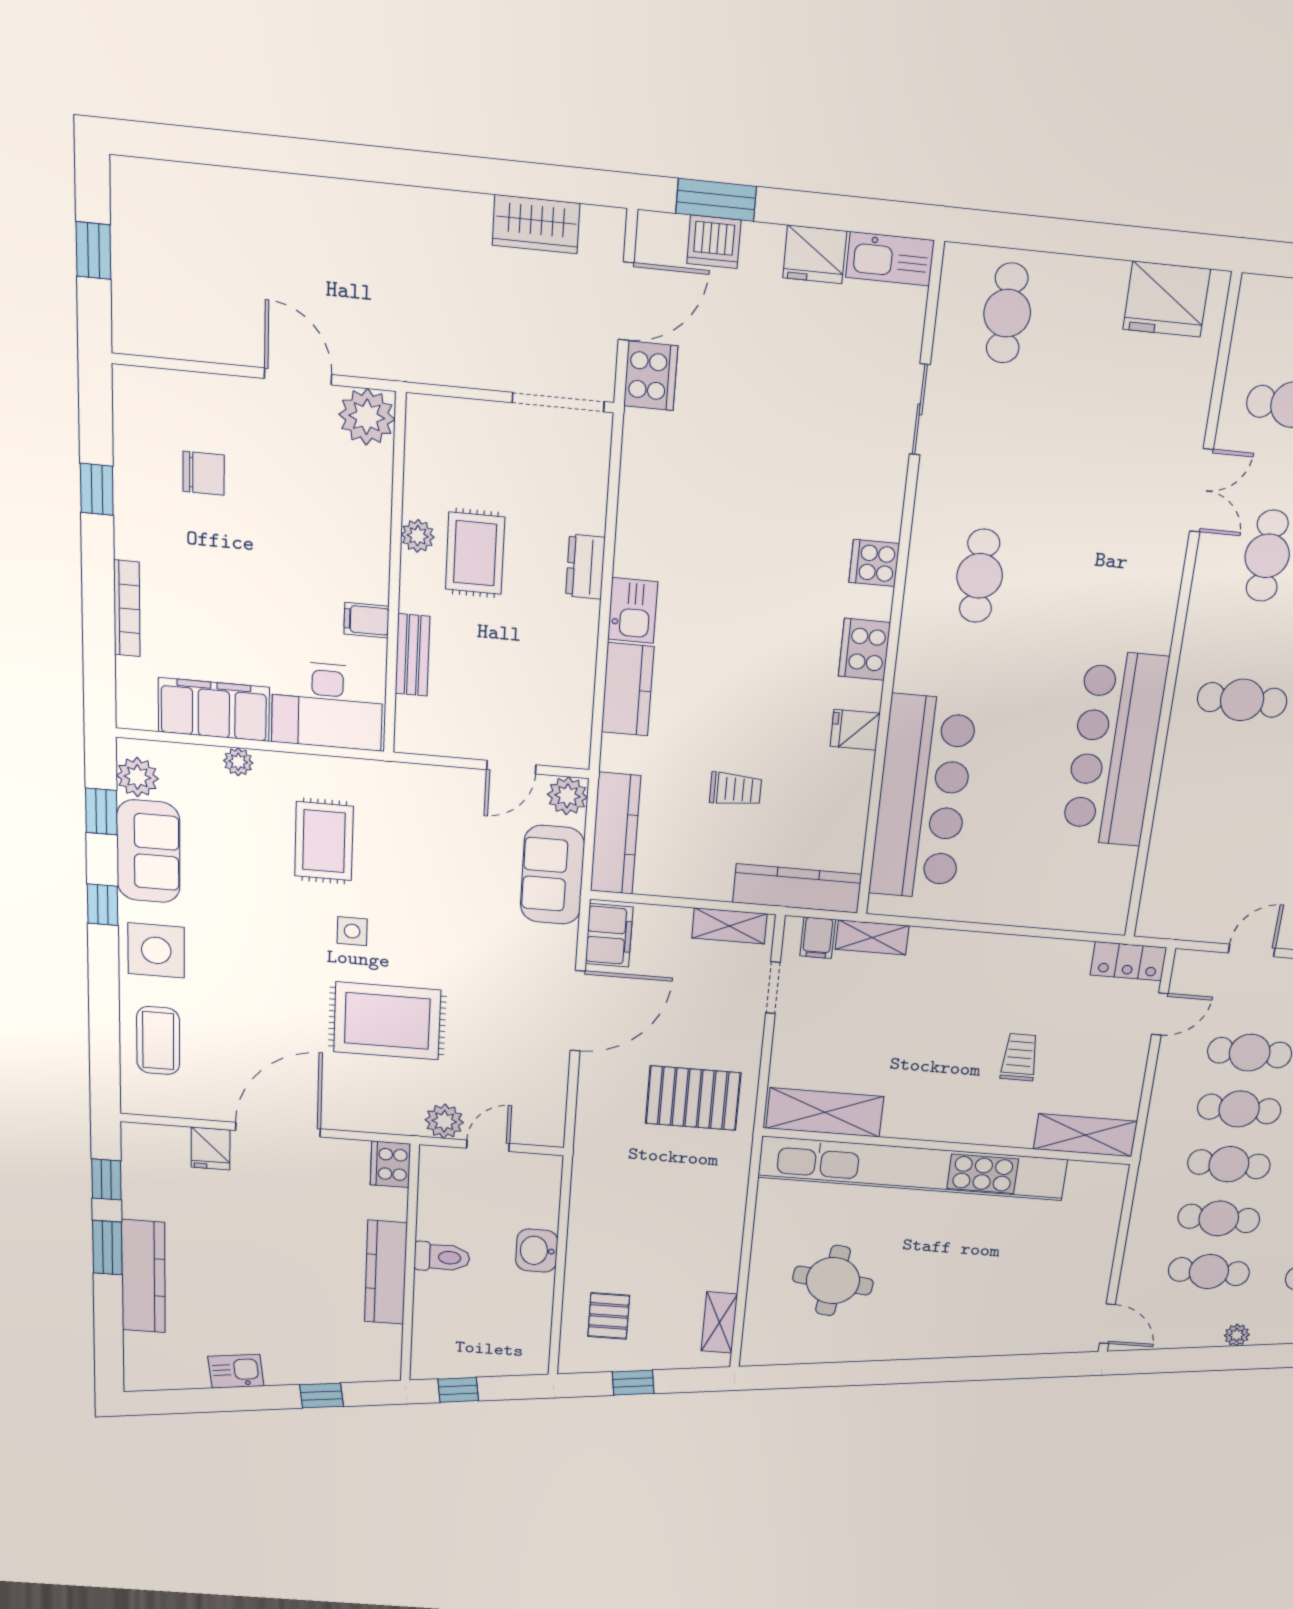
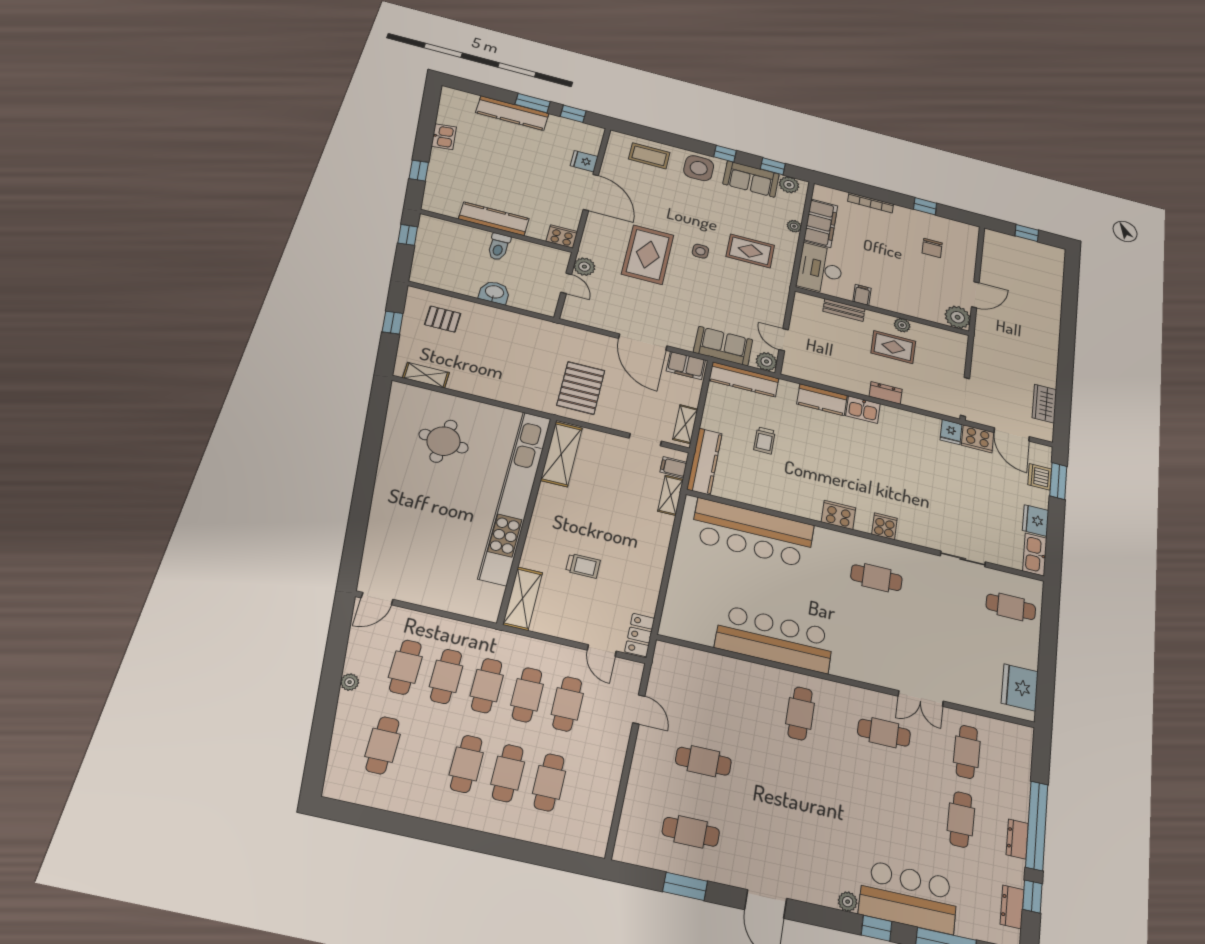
fridge: (855, 730) -> (951, 432), moved, turned 180

